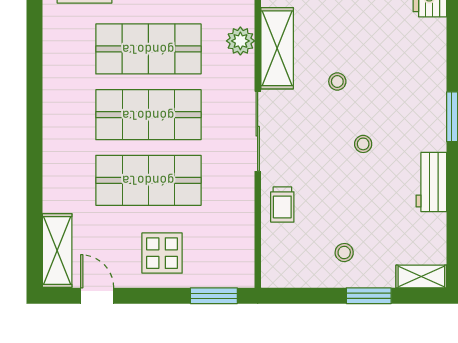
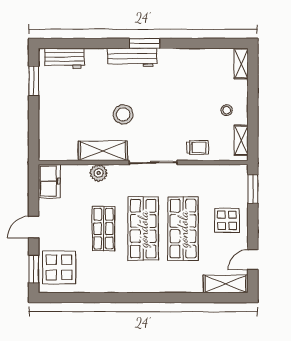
shop shelf: (148, 49) -> (103, 229), width x0.70, depth x0.74
stool: (337, 82) -> (123, 114), width x1.89, depth x1.89
stool: (363, 144) -> (161, 99), removed
workbench: (431, 182) -> (132, 57), moved, width x1.38
shelving: (295, 277) -> (241, 140), added
window: (369, 296) -> (253, 95), removed

